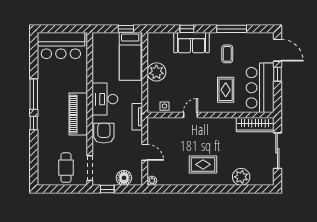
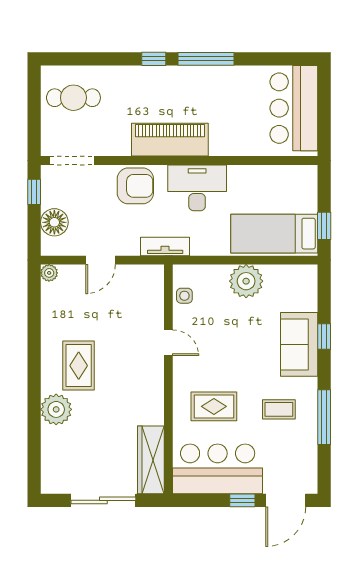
cafe table: (66, 168) -> (73, 98), moved
plant: (241, 177) -> (56, 409), moved

